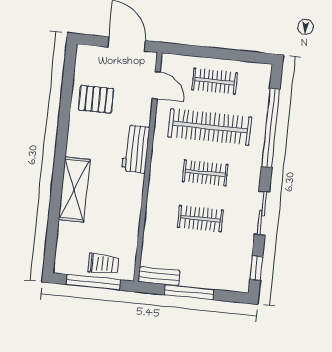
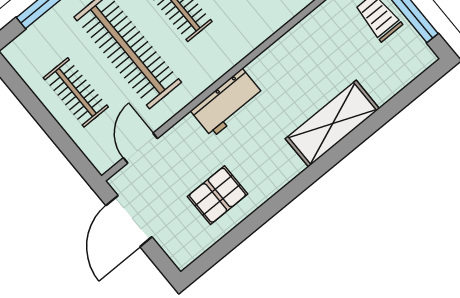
pallet: (96, 99) -> (217, 195), turned 90

